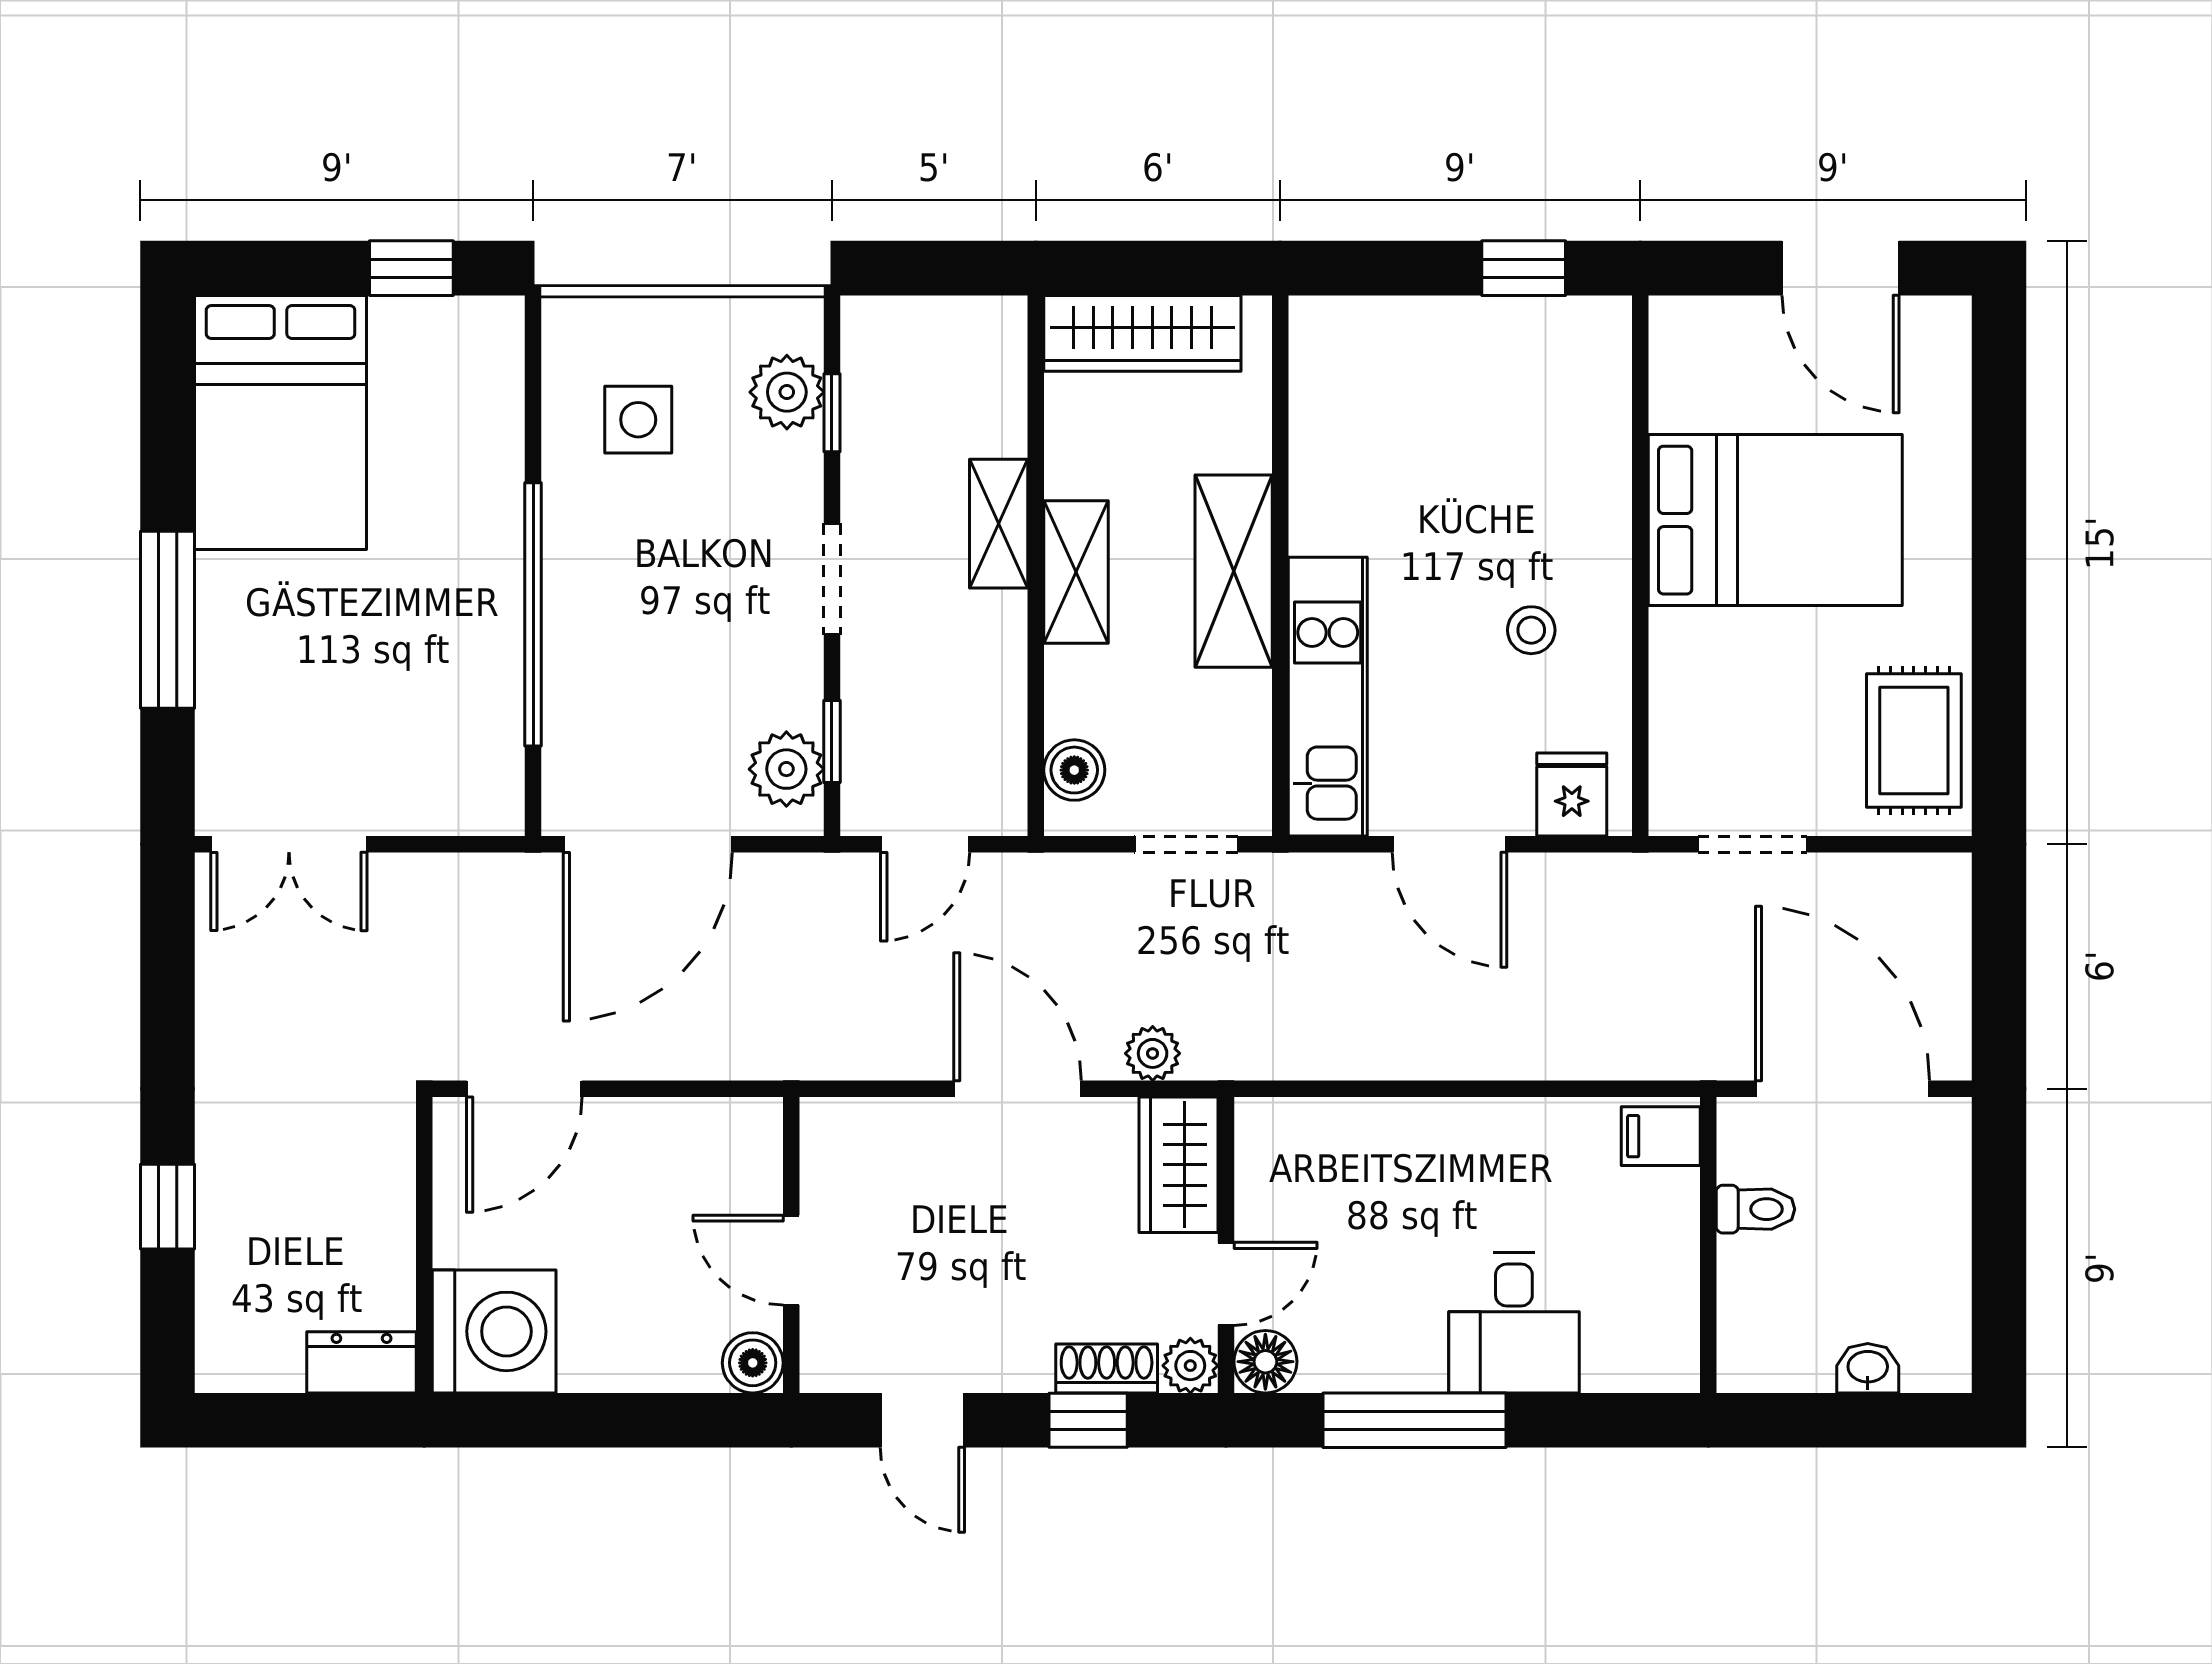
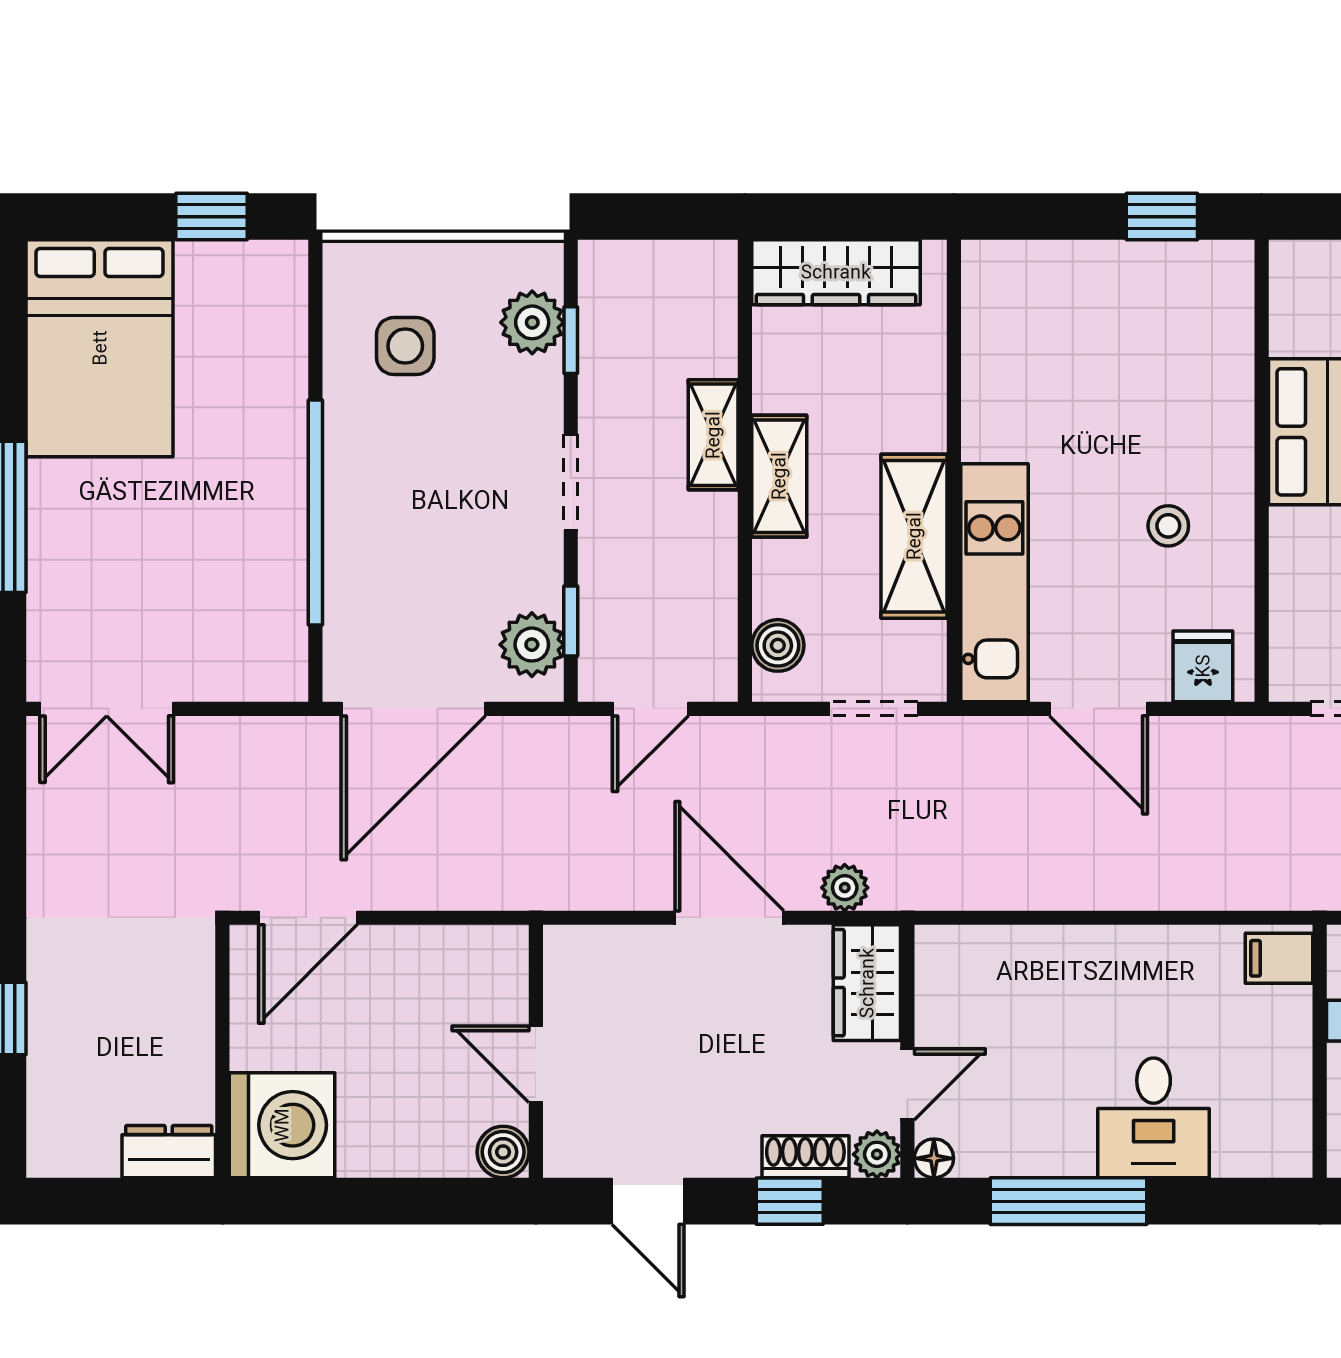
shelving: (1234, 571) -> (914, 536), moved
floor lamp: (1265, 1362) -> (934, 1158), width x0.73, depth x0.73

